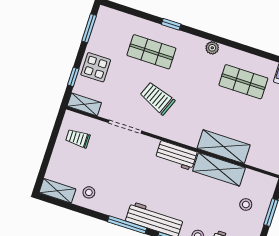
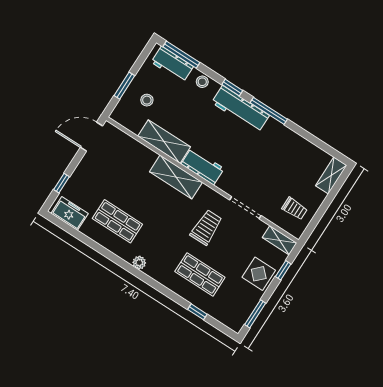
window: (171, 24) -> (197, 312), moved
trolley: (157, 98) -> (206, 227), turned -112
shelving: (224, 147) -> (176, 177), moved
shelving: (57, 191) -> (331, 176), moved, turned 90
stool: (89, 192) -> (298, 153), removed

